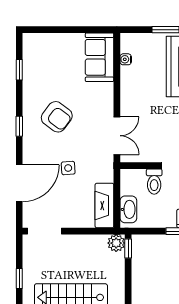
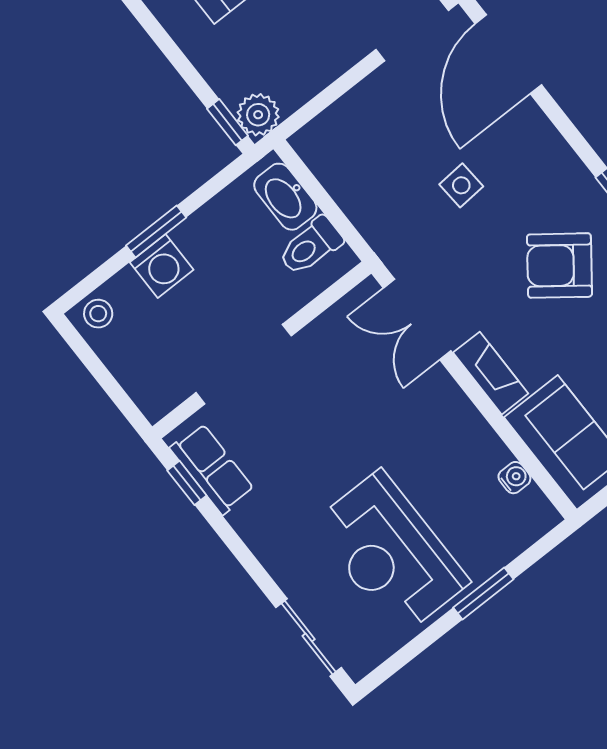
toilet: (154, 182) -> (310, 246), moved, turned -90
door: (19, 183) -> (508, 54), moved
fireplace: (104, 206) -> (491, 373), moved, width x0.73, depth x0.76

